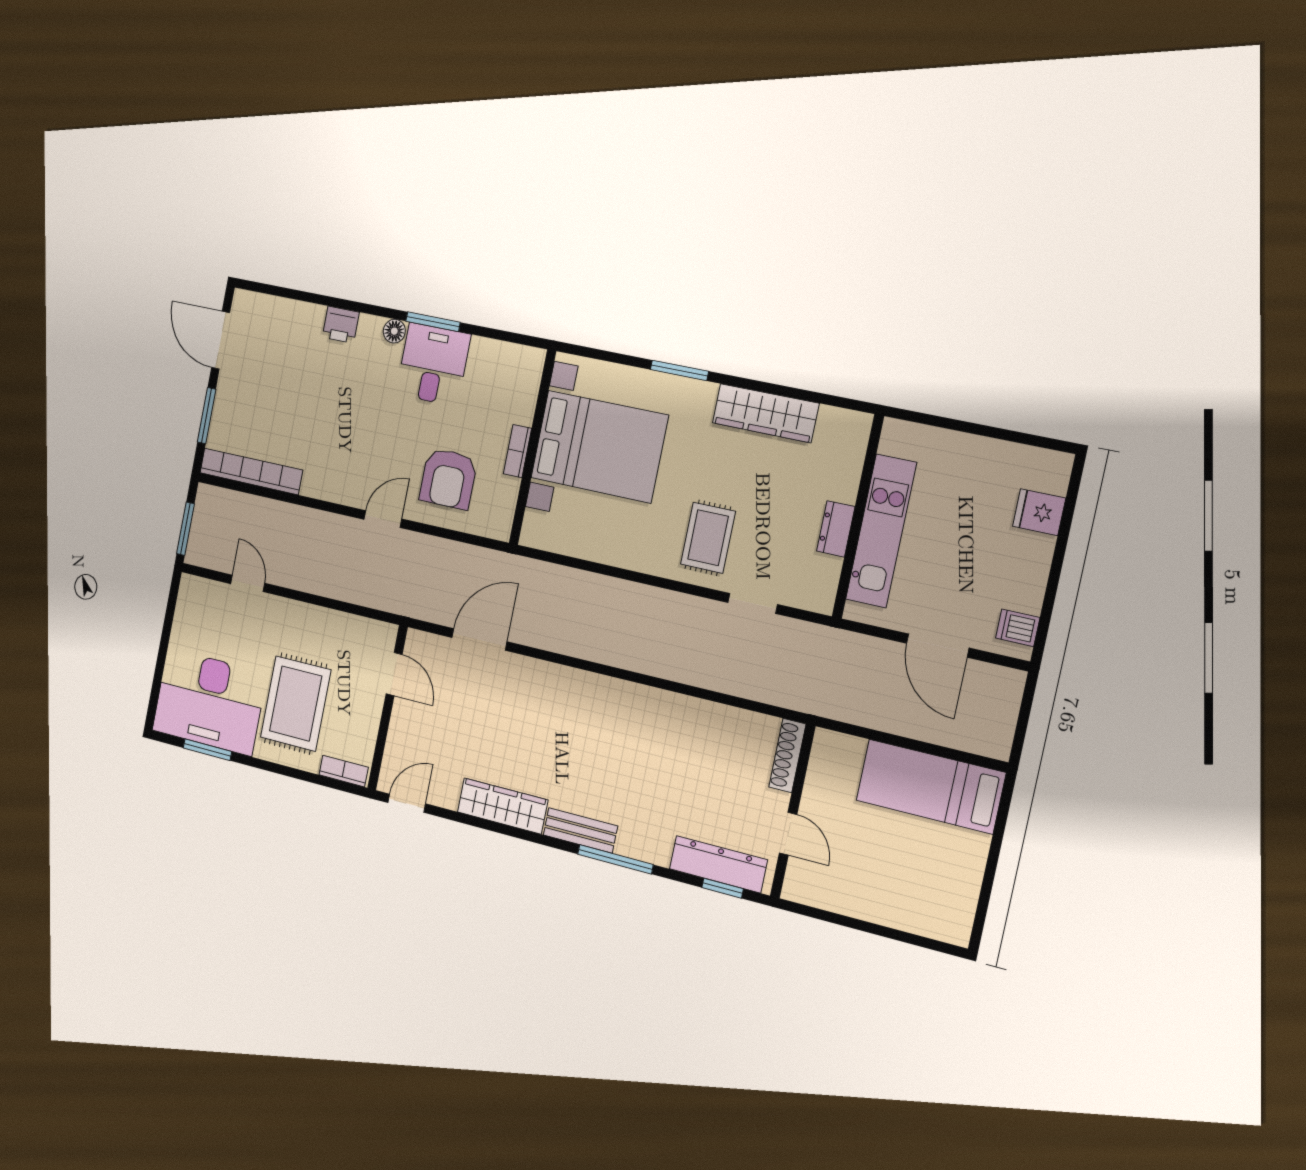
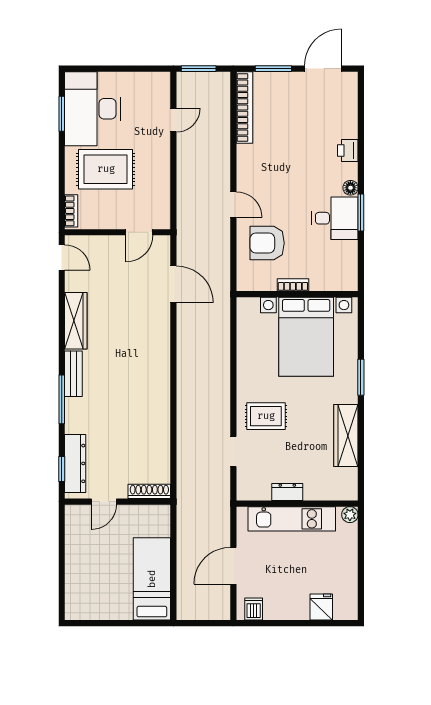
plant: (895, 432) -> (350, 515), added

